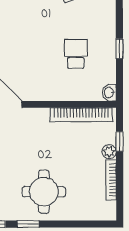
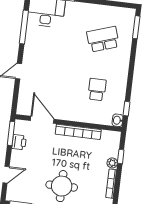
window: (119, 49) -> (126, 109), moved
bookcase: (81, 115) -> (78, 132), moved

